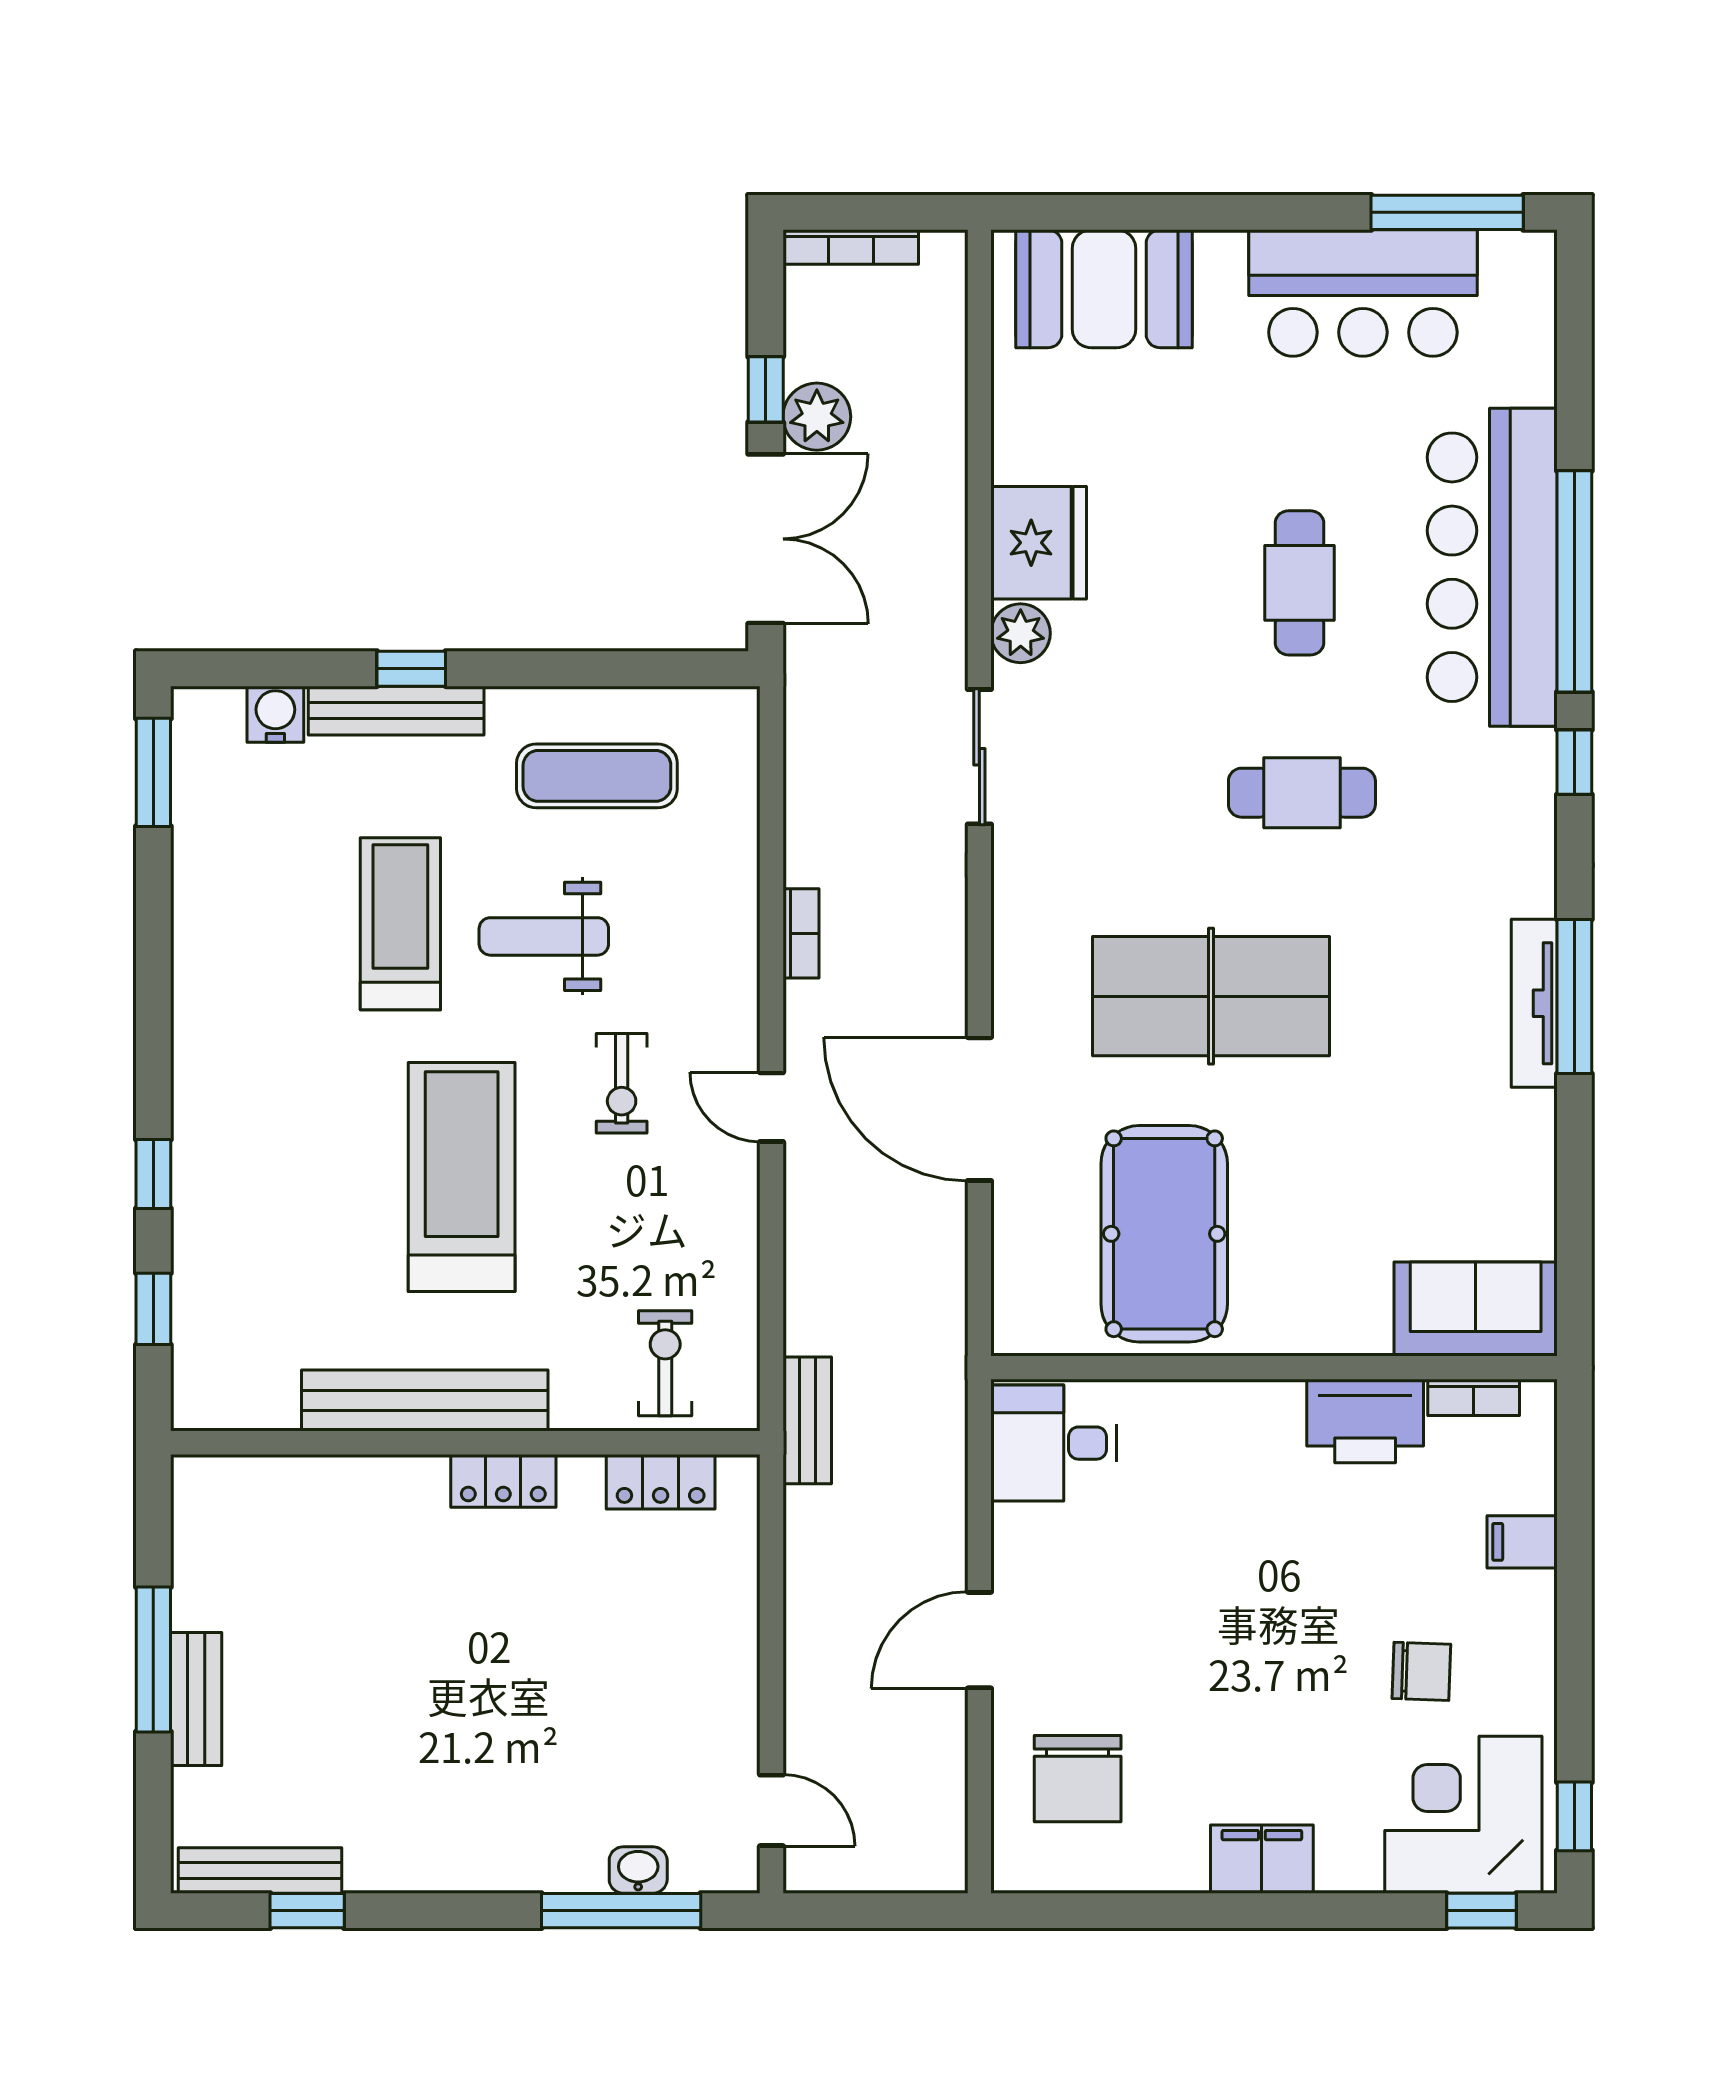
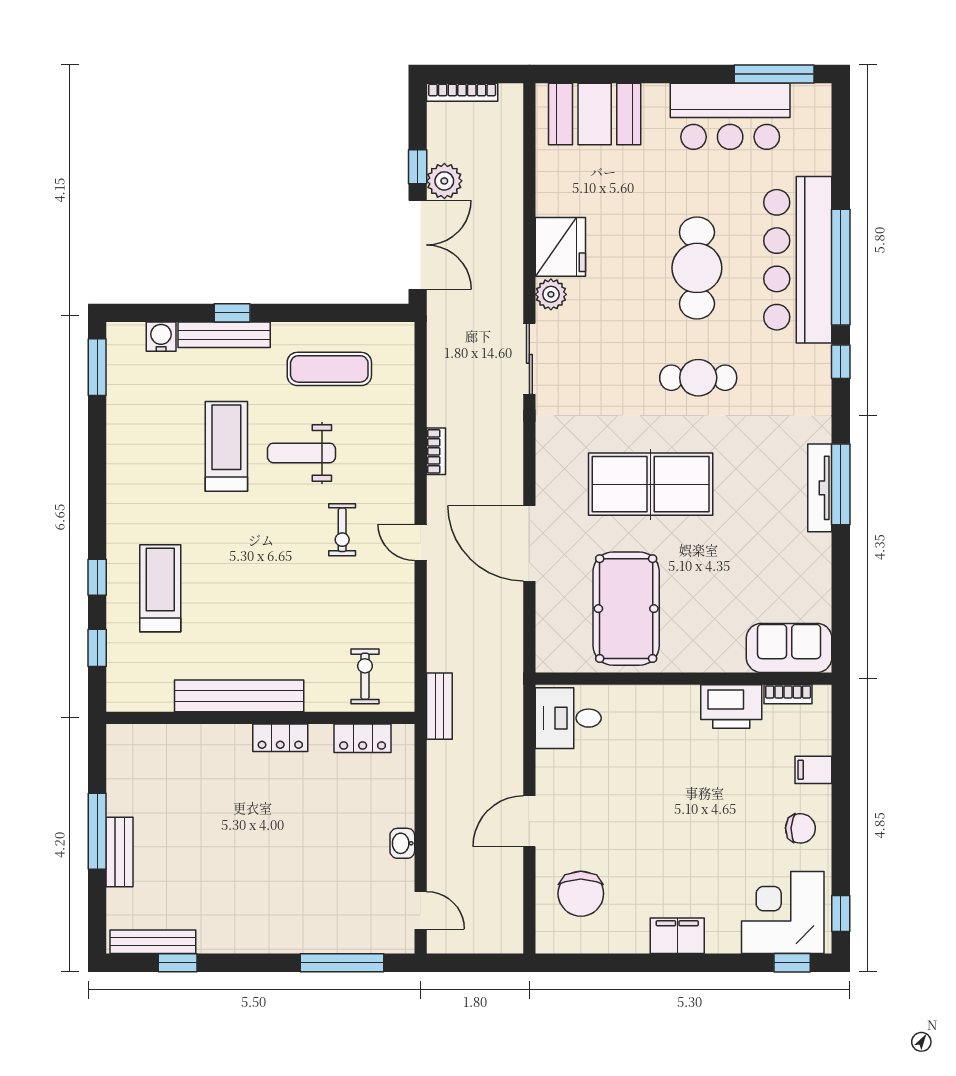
cafe table: (1299, 583) -> (697, 268), width x1.37, depth x1.35
treadmill: (462, 1177) -> (160, 588), moved, width x0.73, depth x0.73
chair: (1421, 1671) -> (800, 828), moved
washbasin: (638, 1870) -> (402, 843), moved, turned -90

